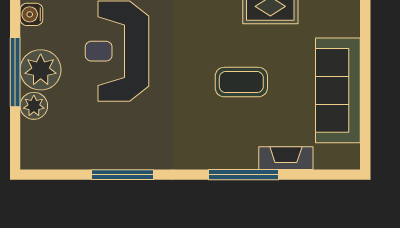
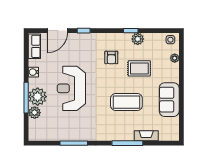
coffee table: (241, 82) -> (126, 102), width x1.36, depth x1.32
sofa: (338, 90) -> (169, 100), width x0.73

